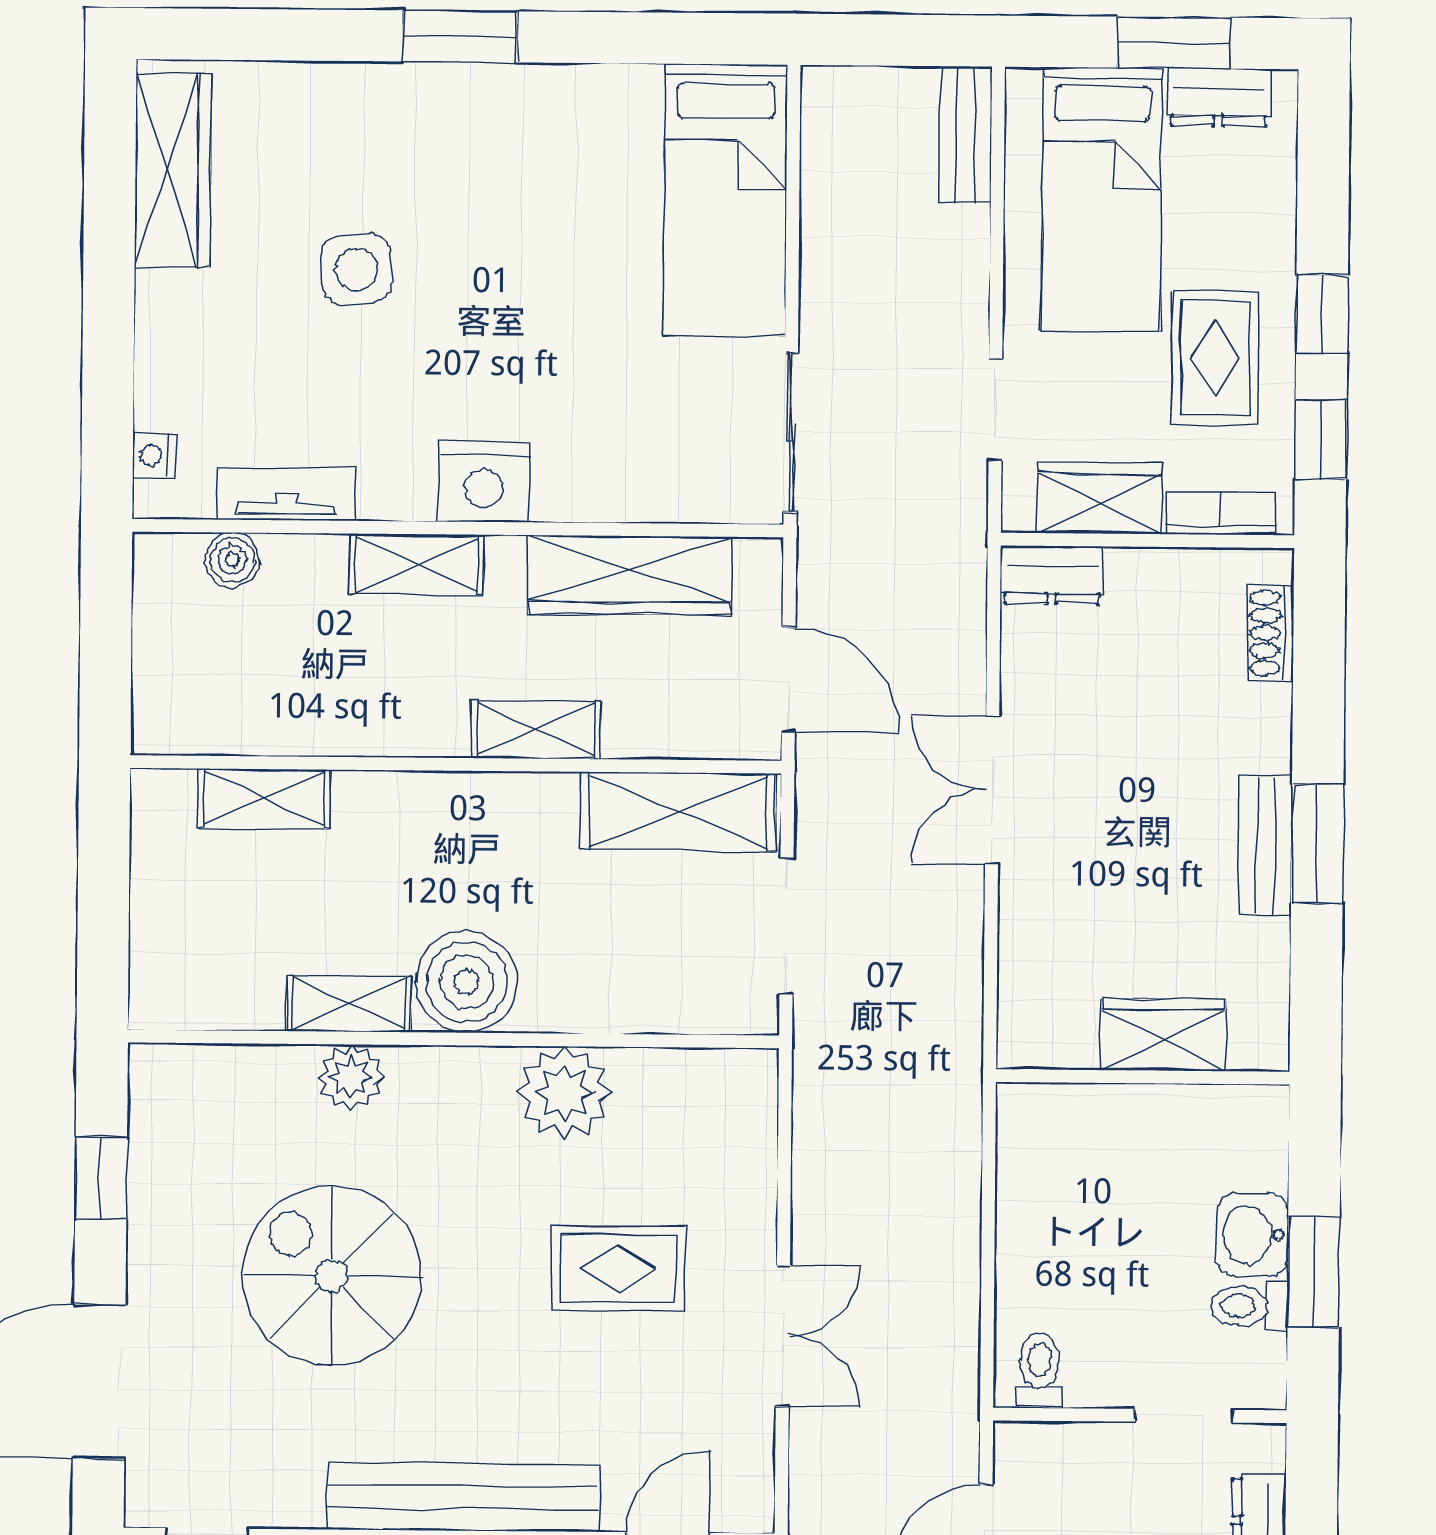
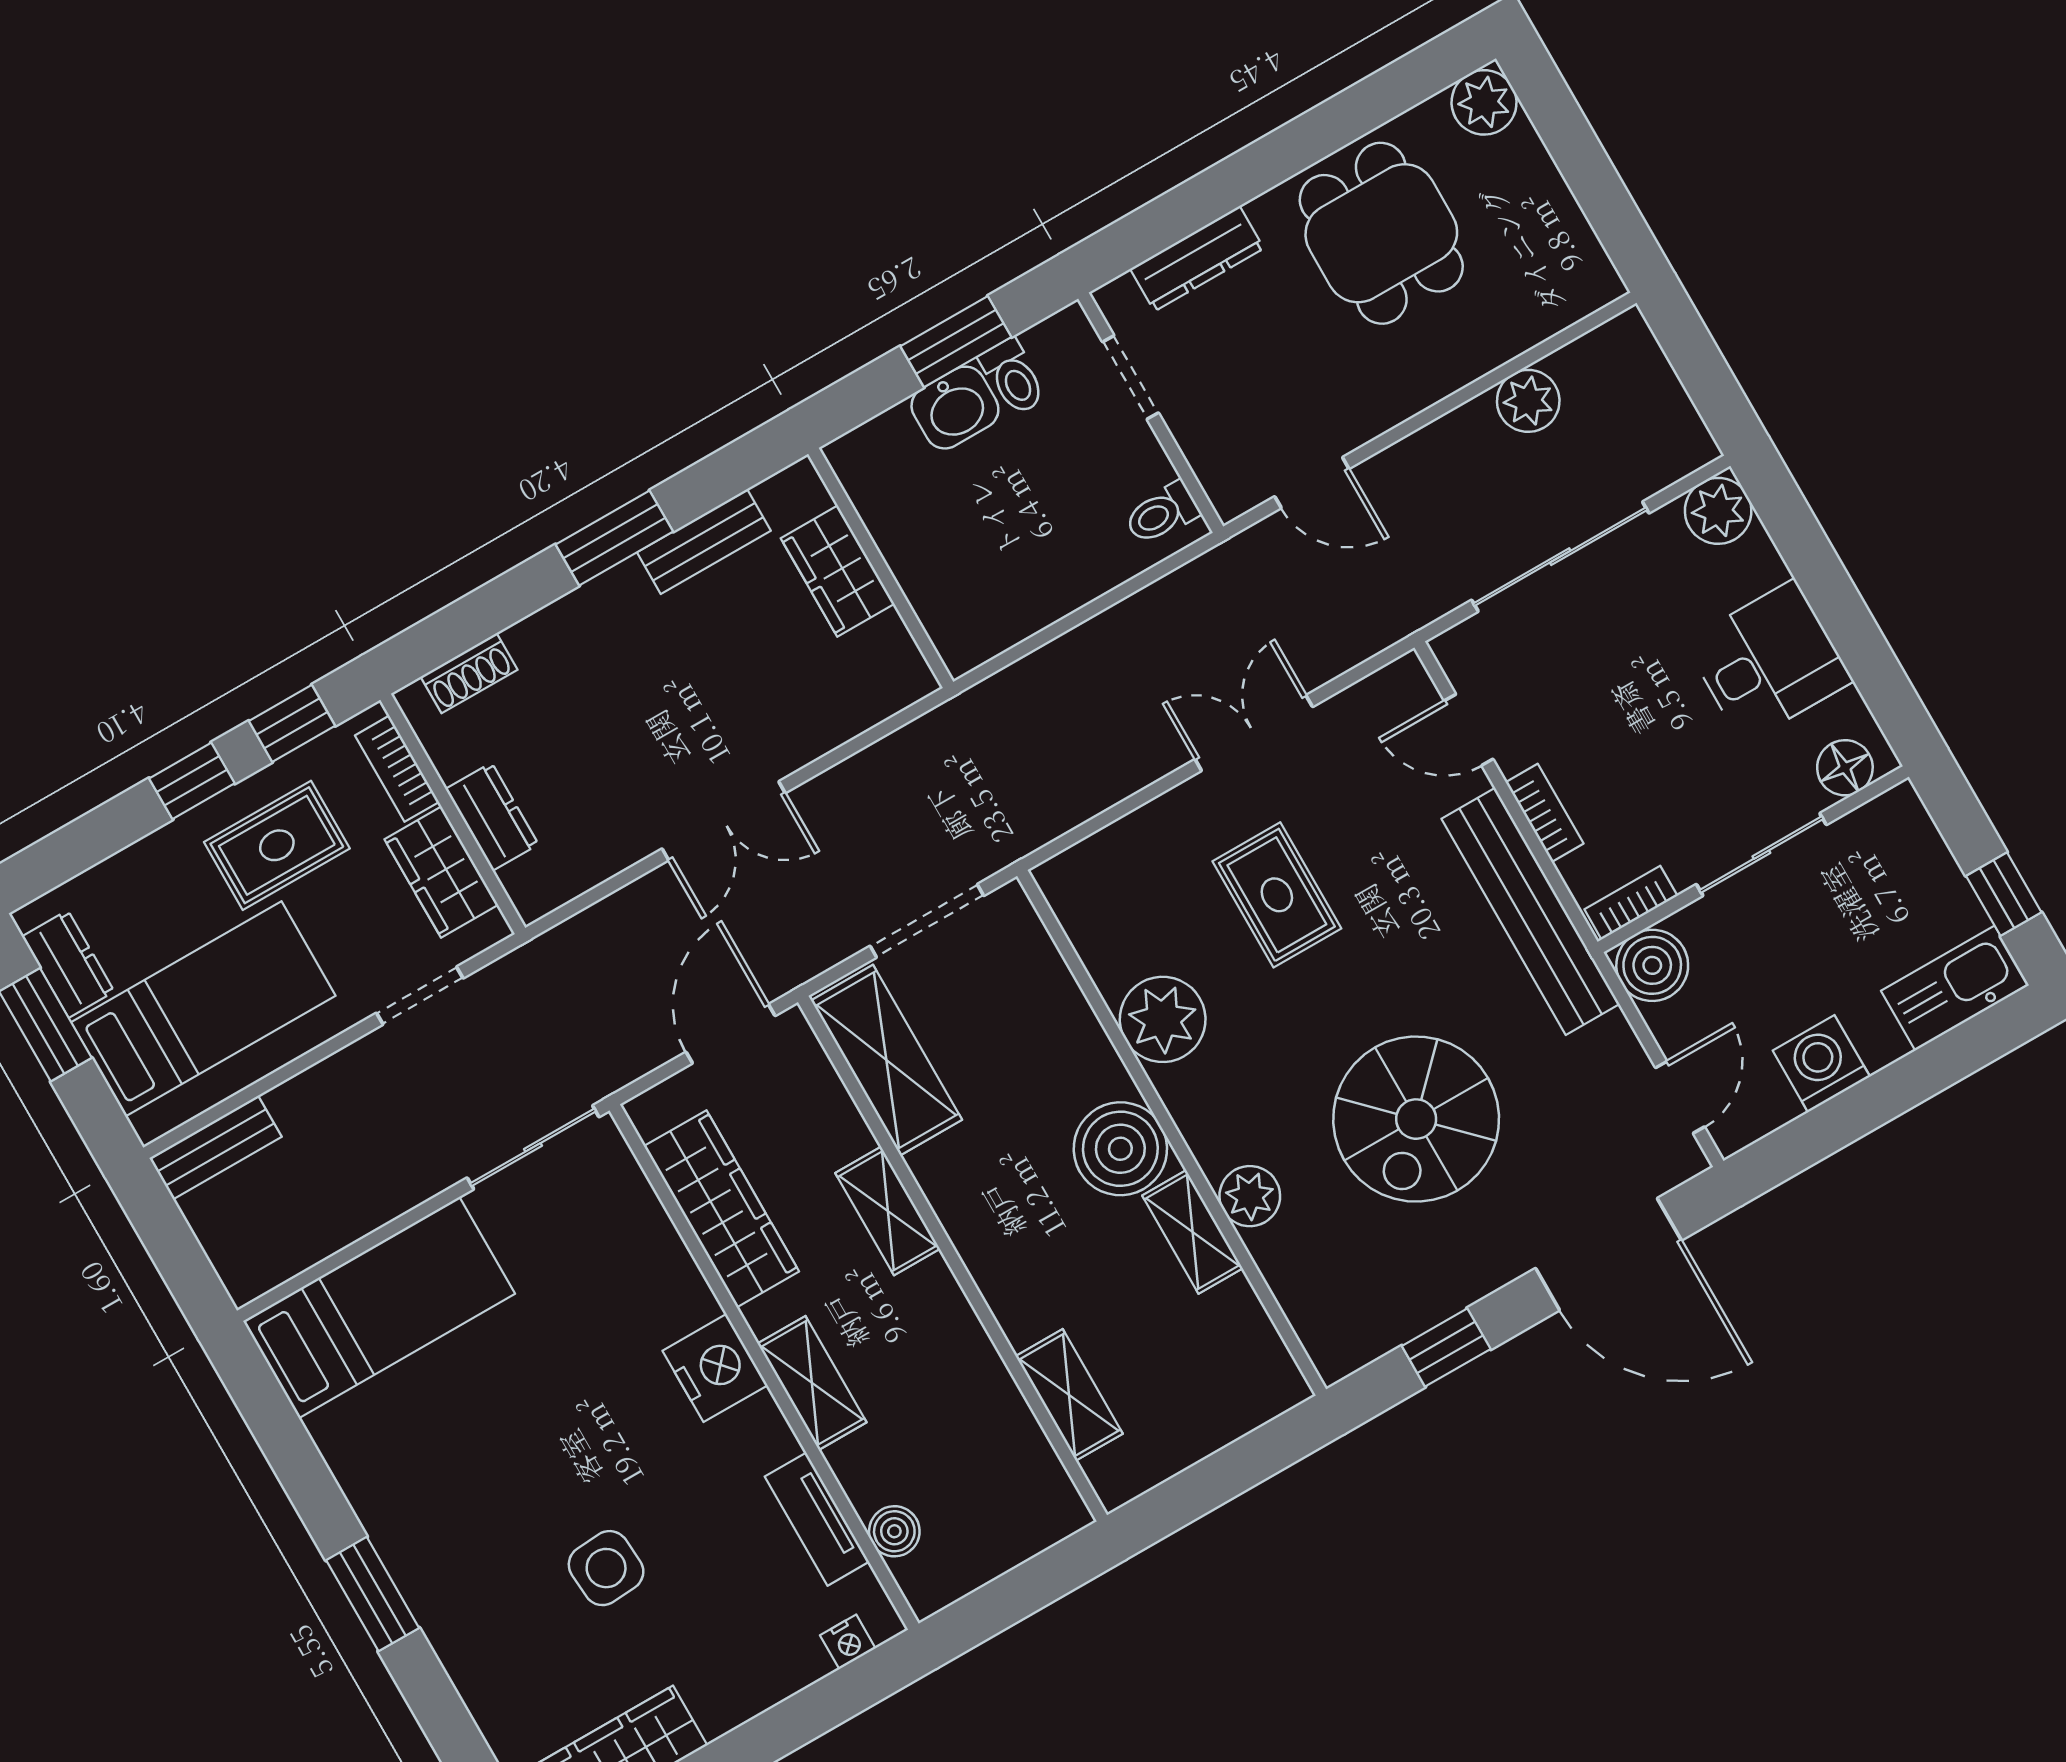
dresser: (1052, 575) -> (492, 817), moved
bench: (1265, 845) -> (704, 542), moved

